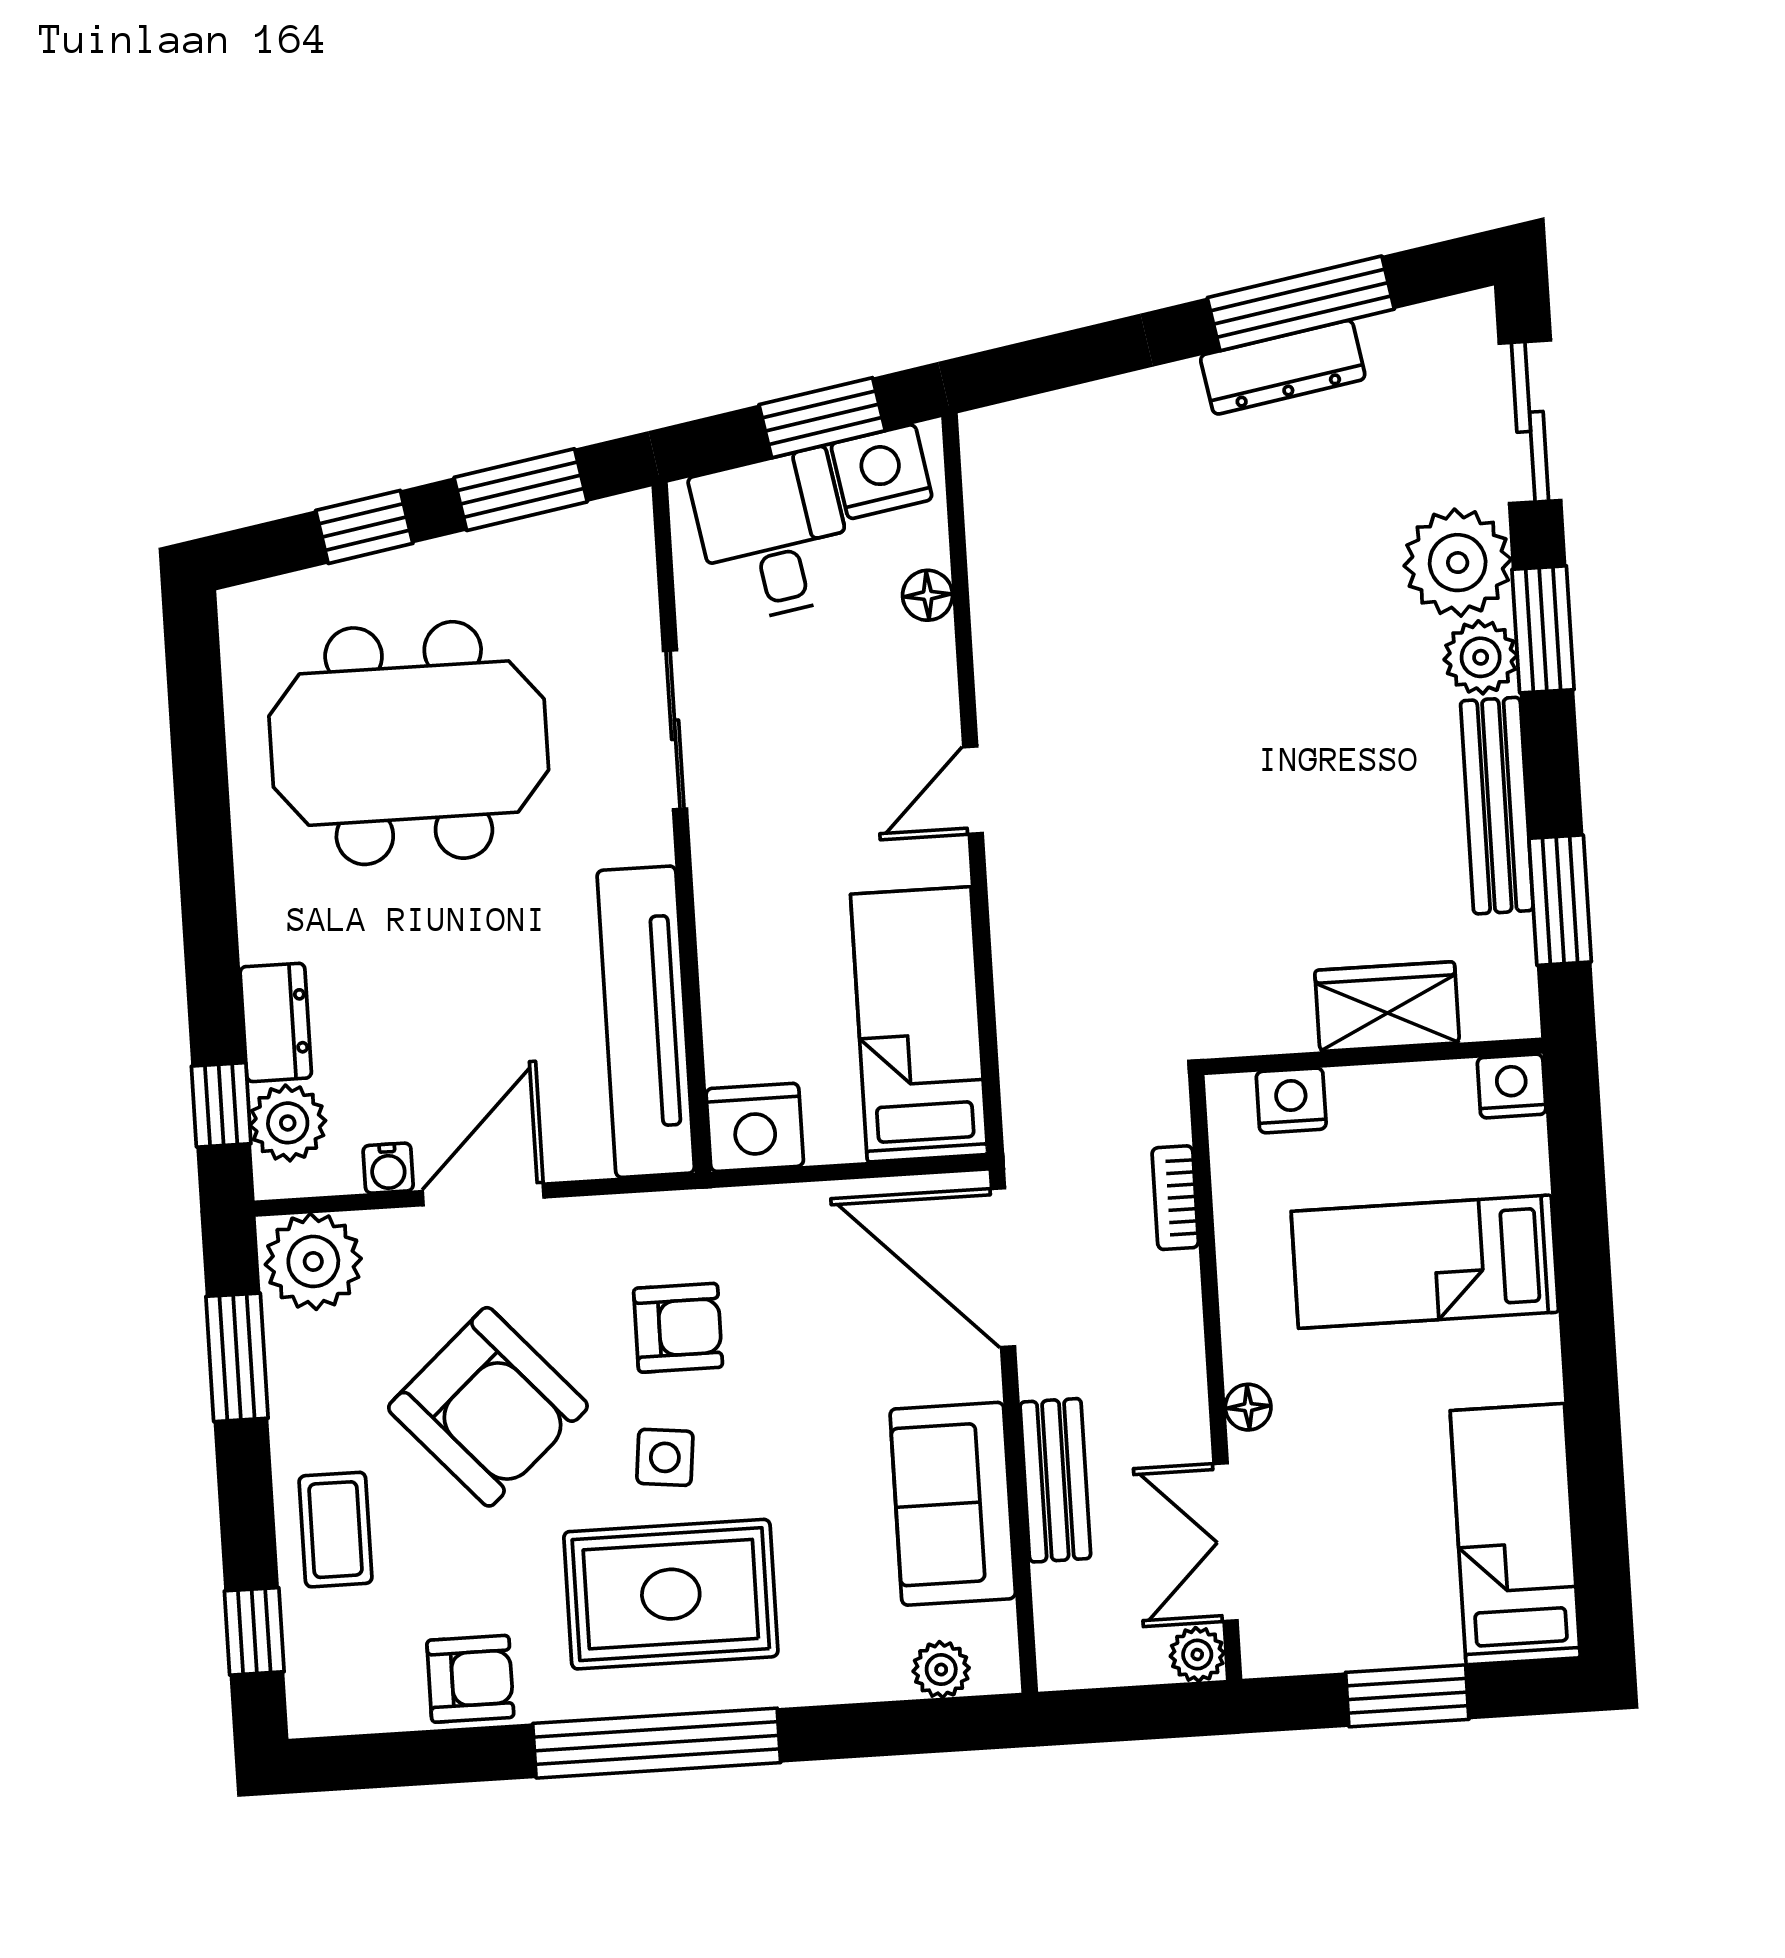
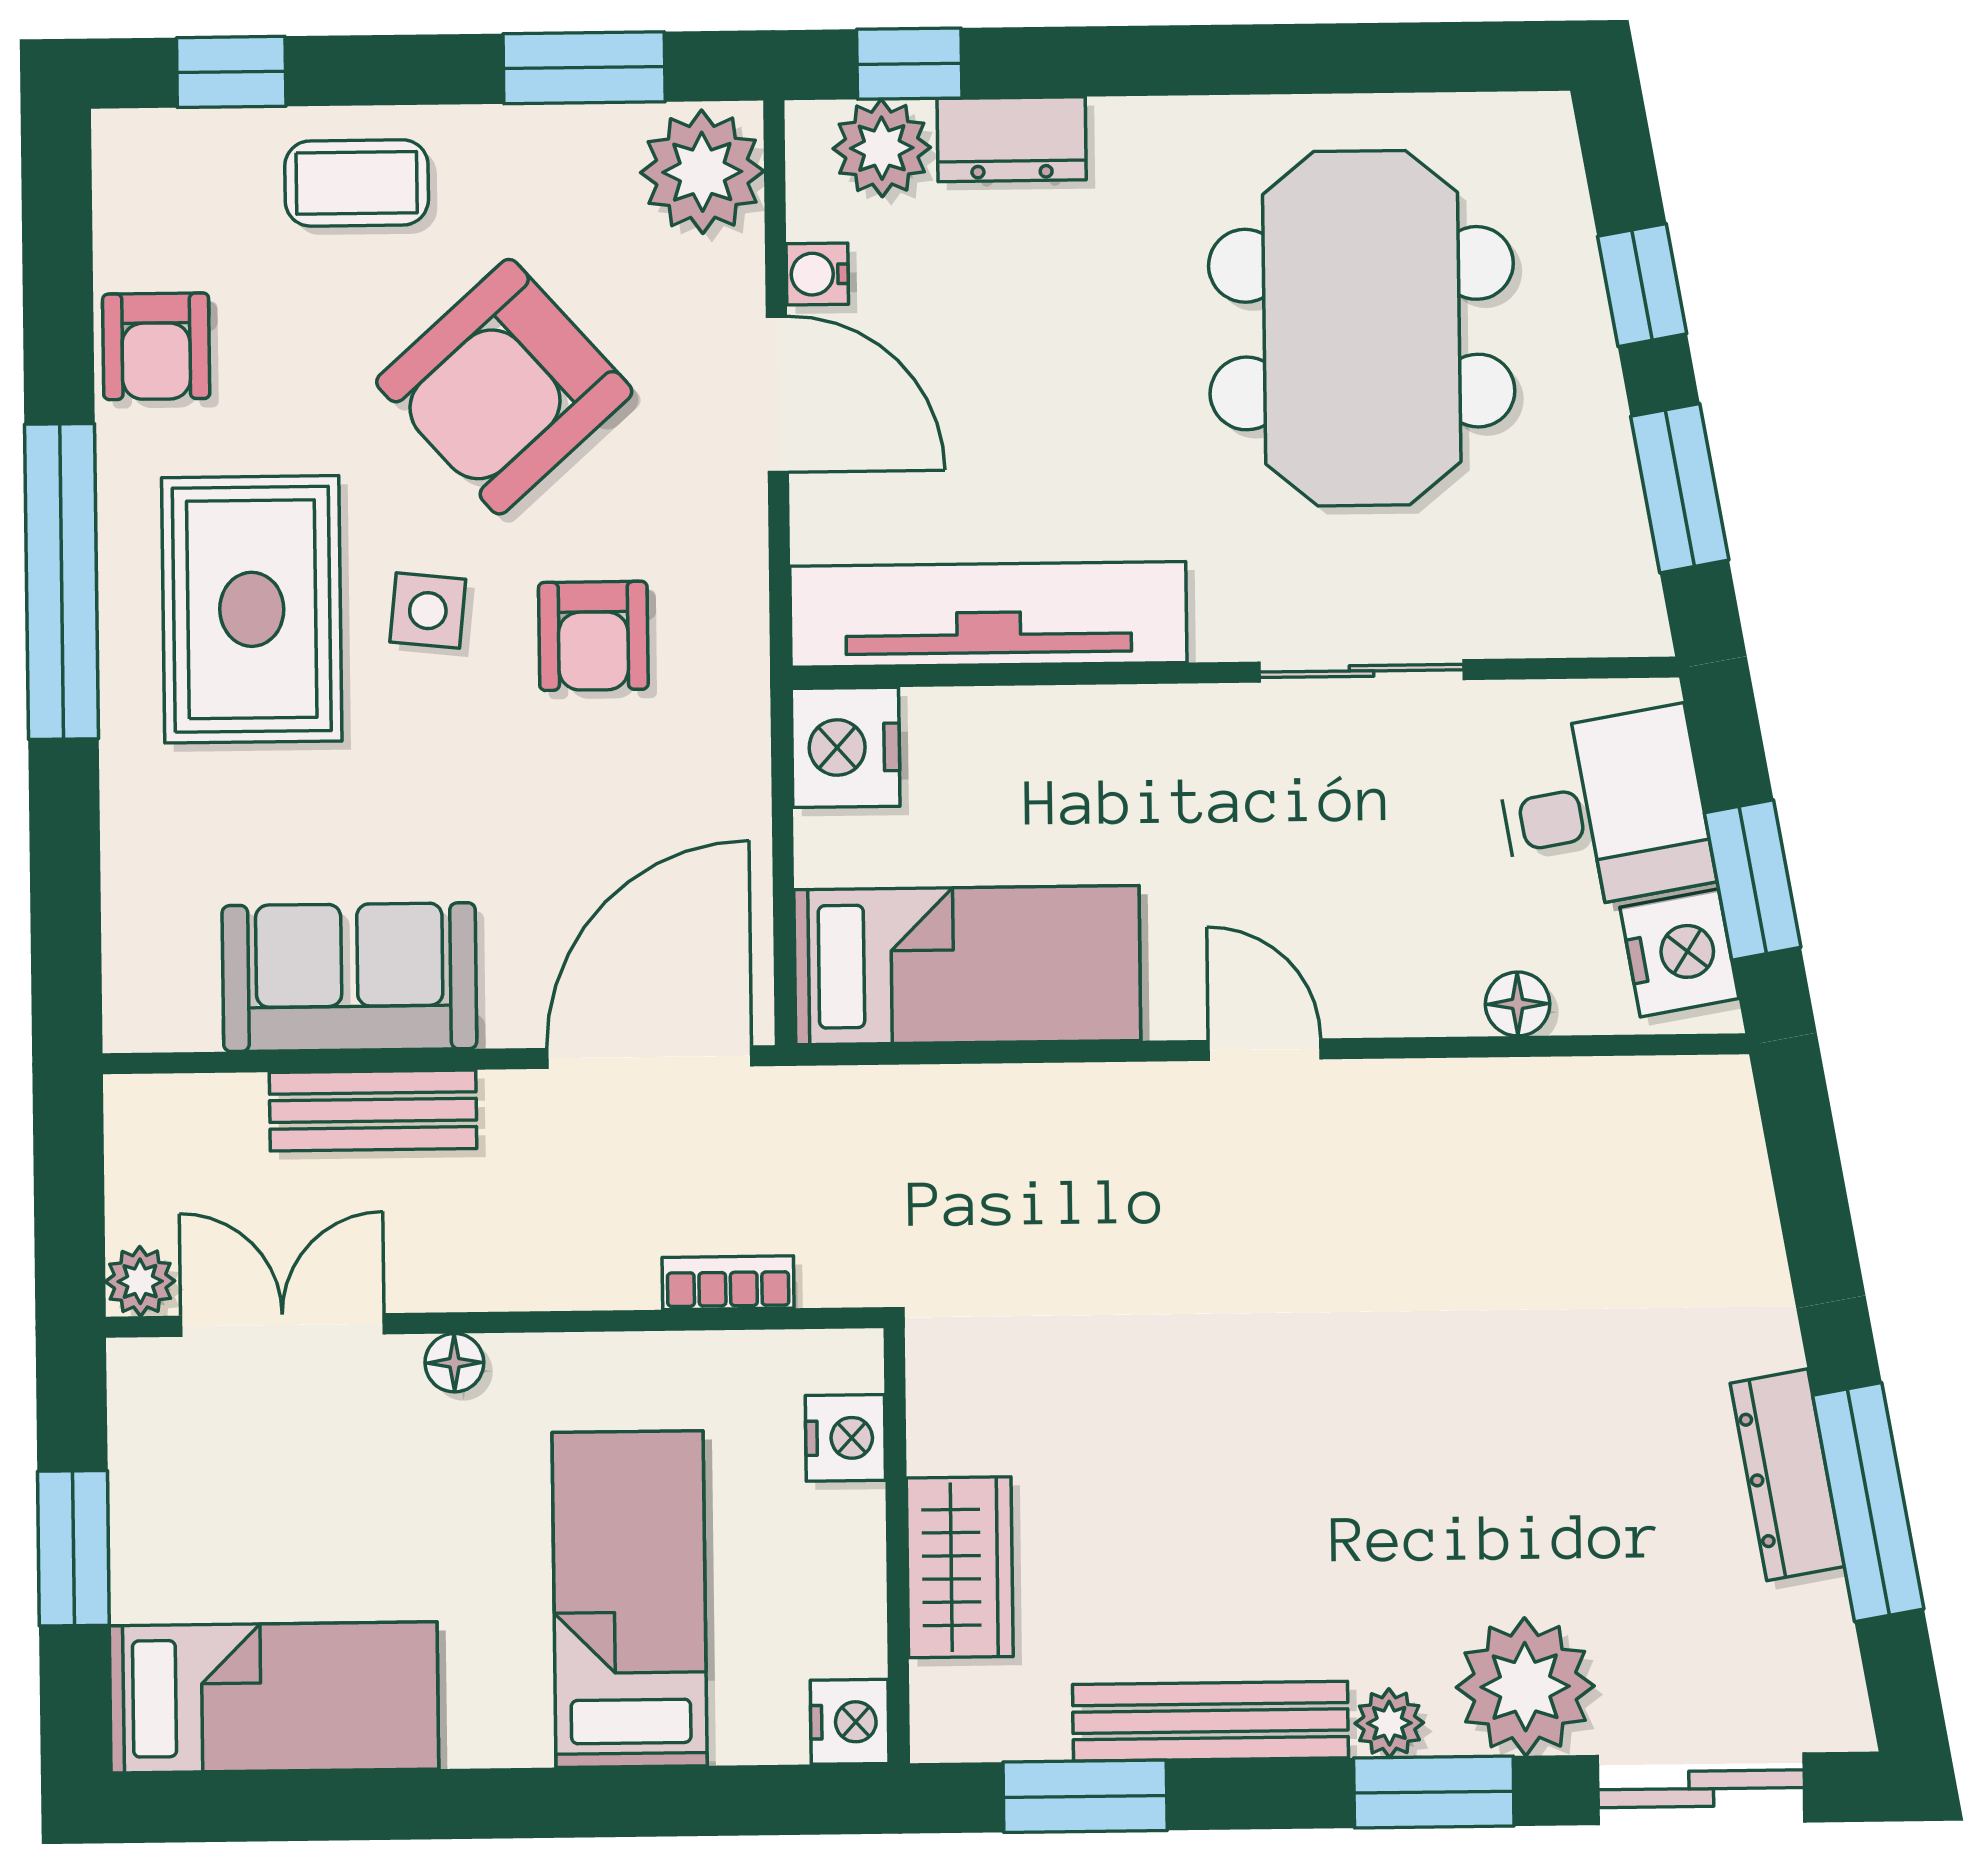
plant: (1481, 657) -> (1389, 1723), width x0.73, depth x0.73
plant: (941, 1670) -> (137, 951), removed

